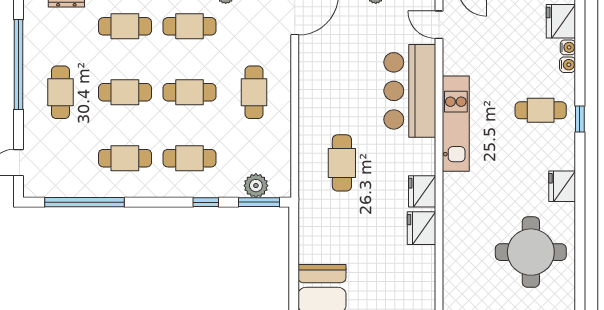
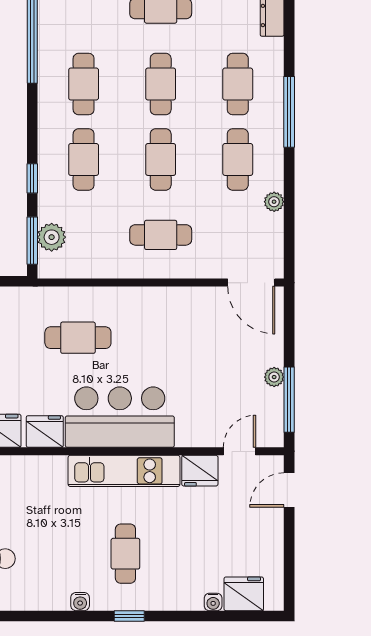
water cooler: (568, 65) -> (80, 602), moved
bar counter: (410, 91) -> (120, 417), moved
cafe table: (541, 110) -> (125, 554), moved
fridge: (562, 186) -> (200, 471), moved, turned 180

